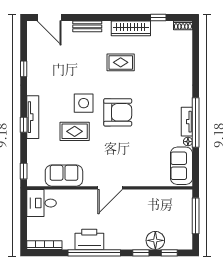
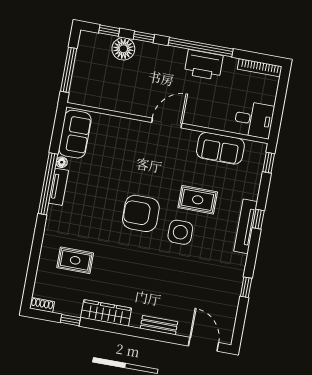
rug: (121, 62) -> (75, 260), moved

